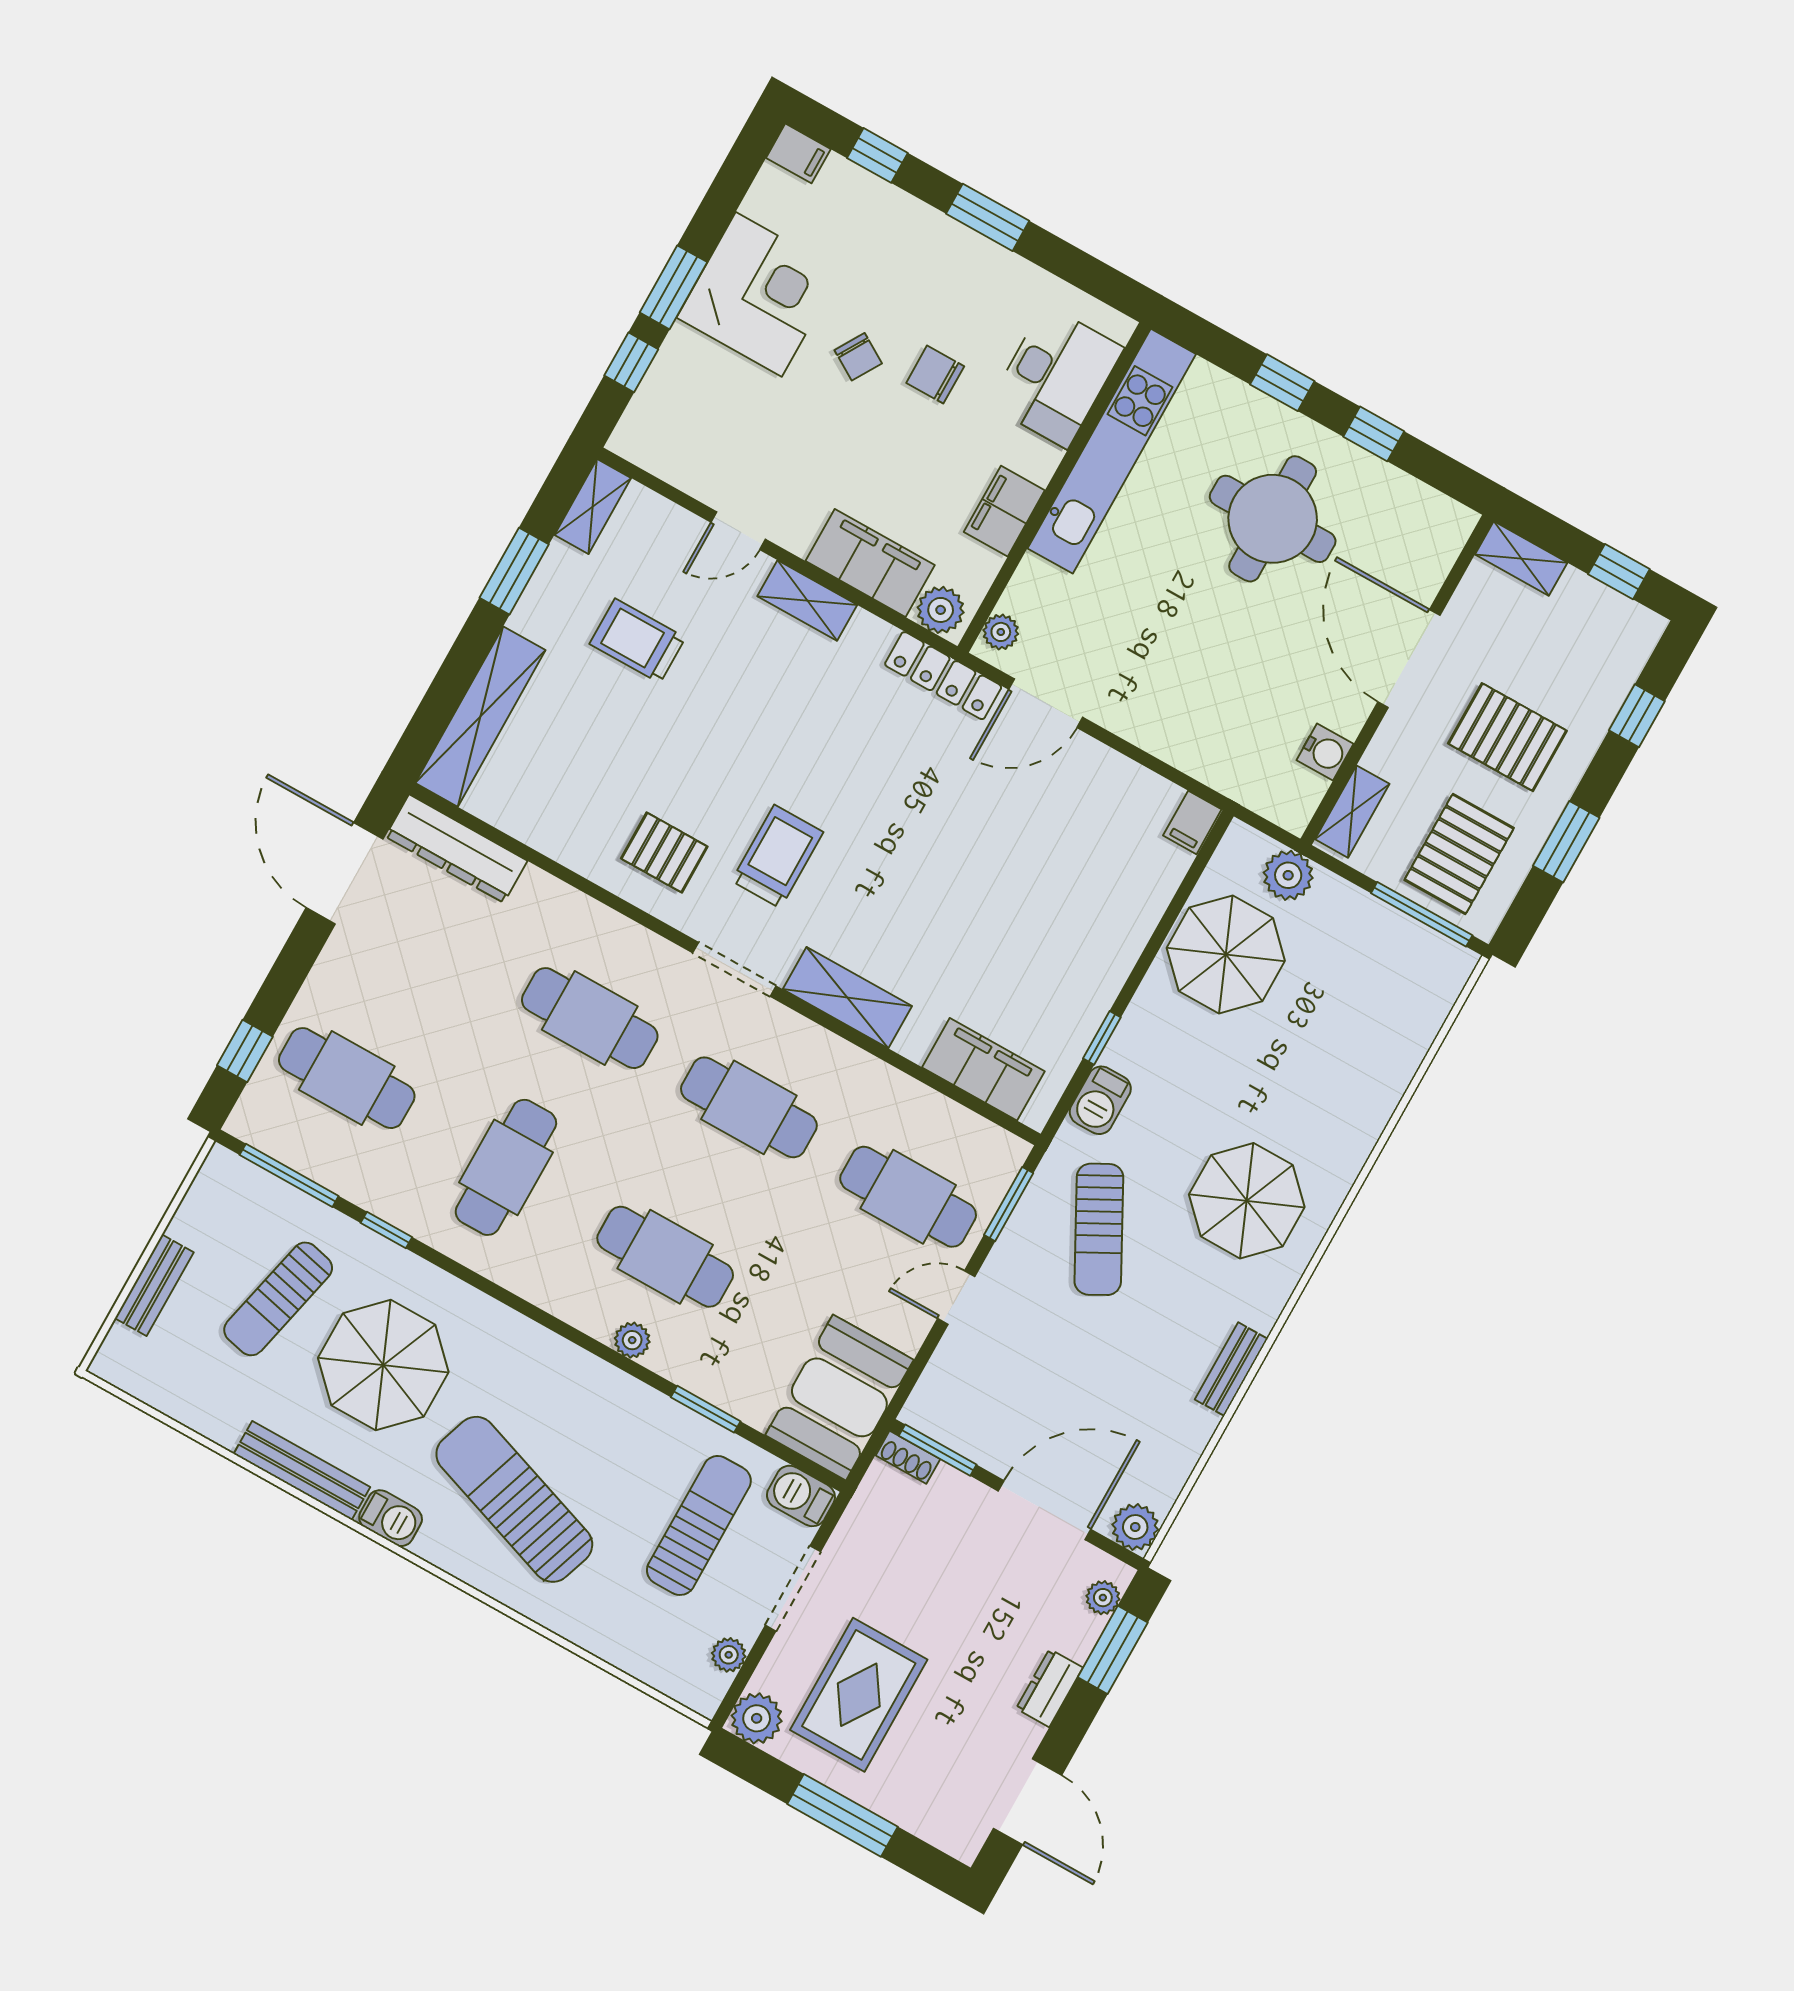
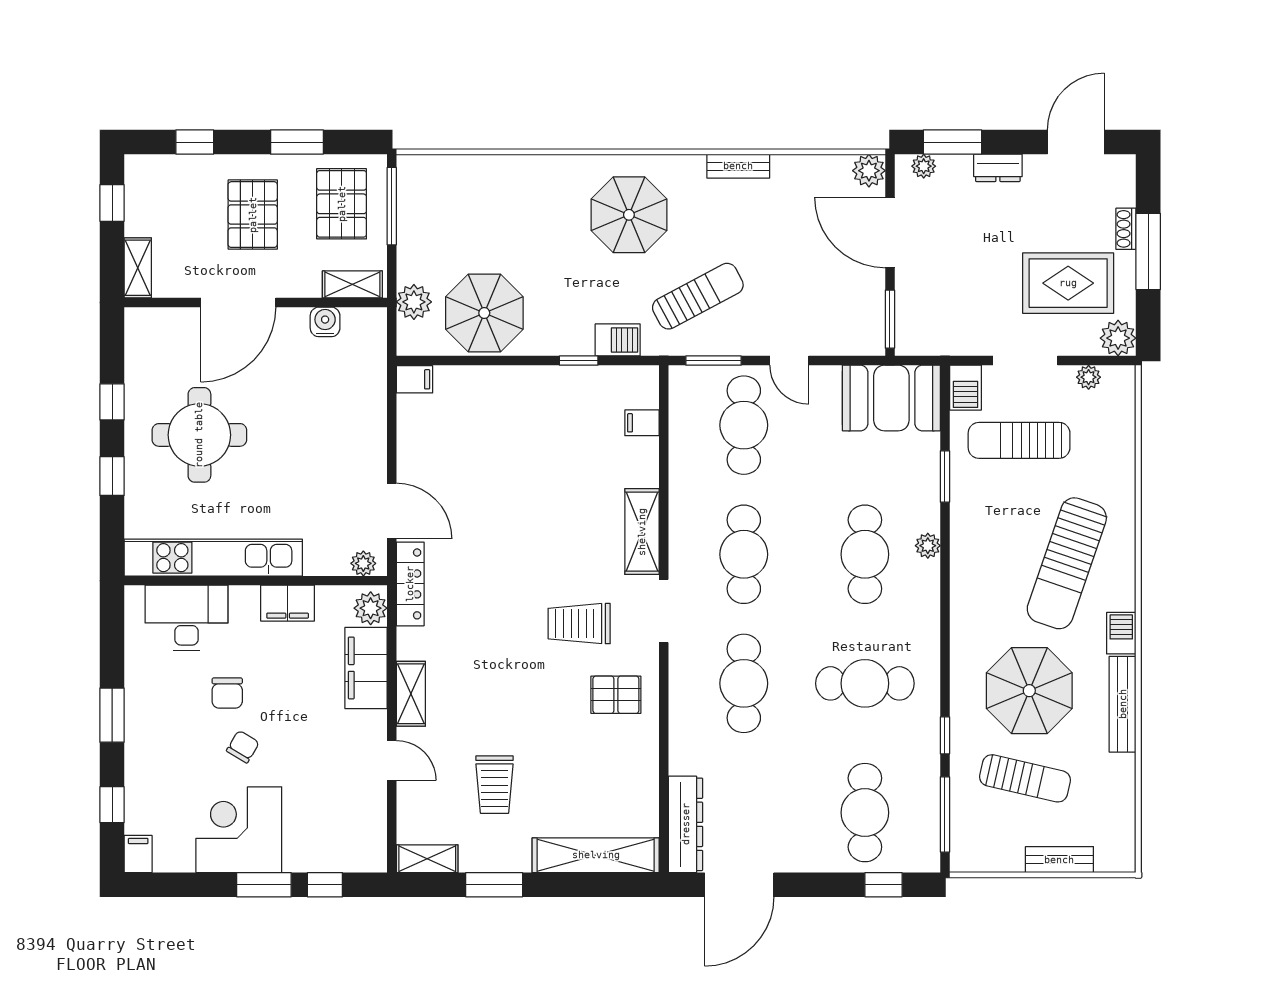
pallet: (664, 853) -> (616, 695), turned 90
pallet: (1459, 854) -> (342, 204), turned 90
filing cabinet: (983, 1069) -> (642, 423), width x0.33, depth x0.86
shoe rack: (908, 1457) -> (1126, 229), moved, turned 180

